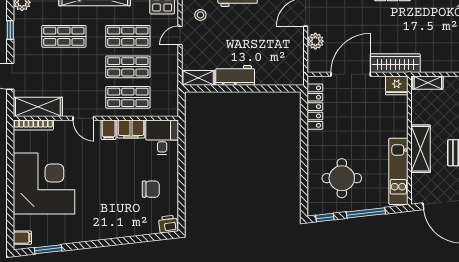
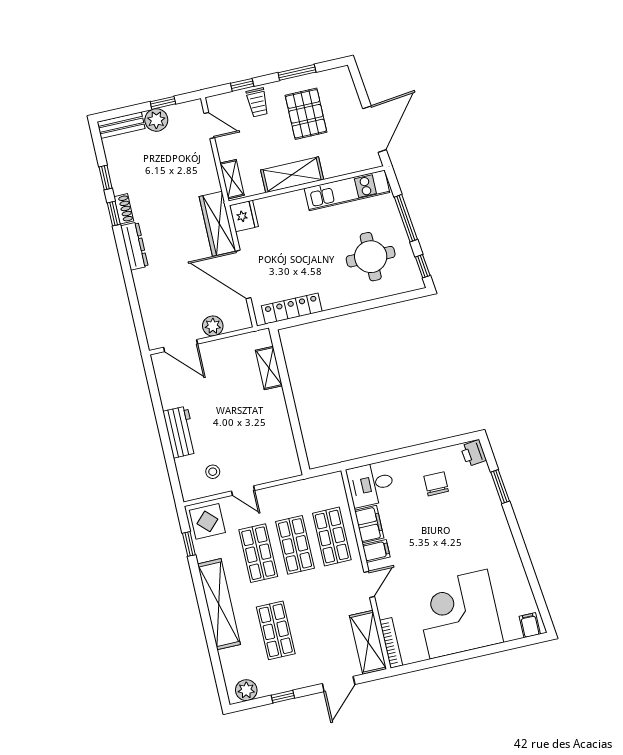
workbench: (235, 75) -> (276, 413), removed
shelving: (198, 78) -> (269, 368), moved
shelving: (420, 149) -> (292, 175), moved
window: (48, 249) -> (500, 487), moved

